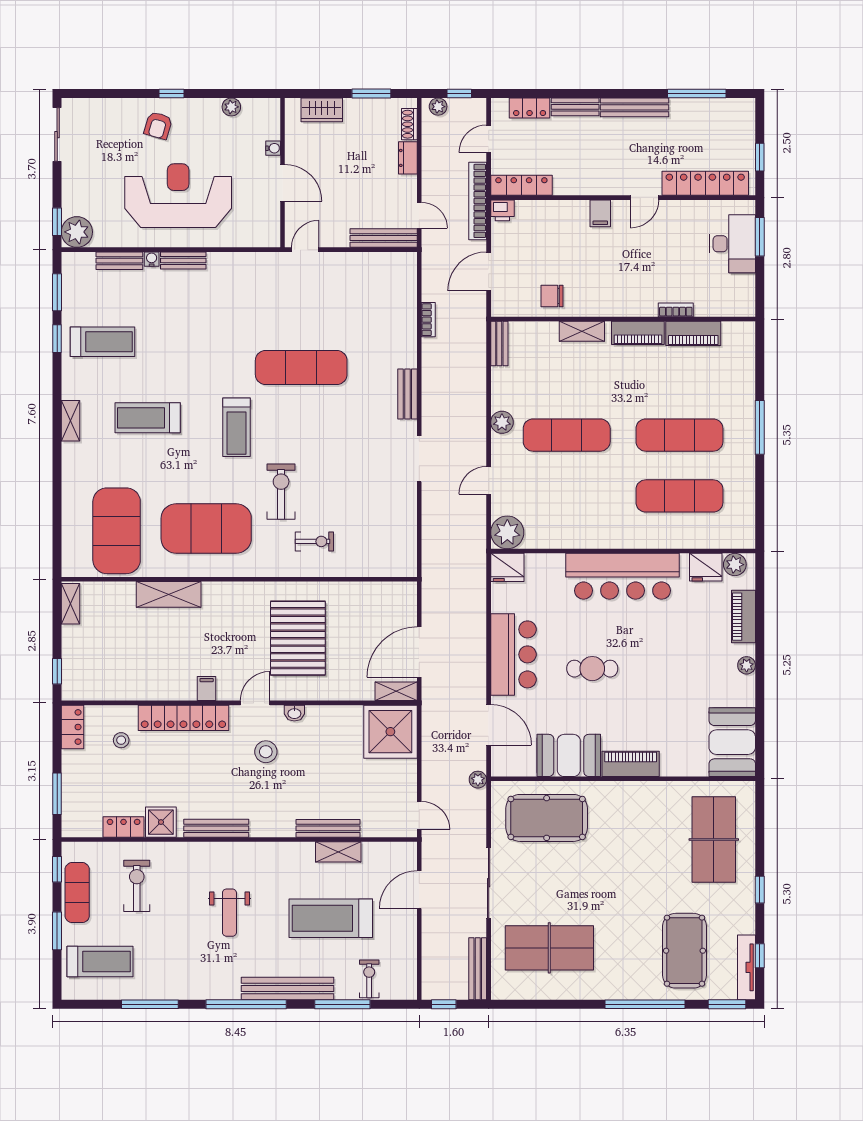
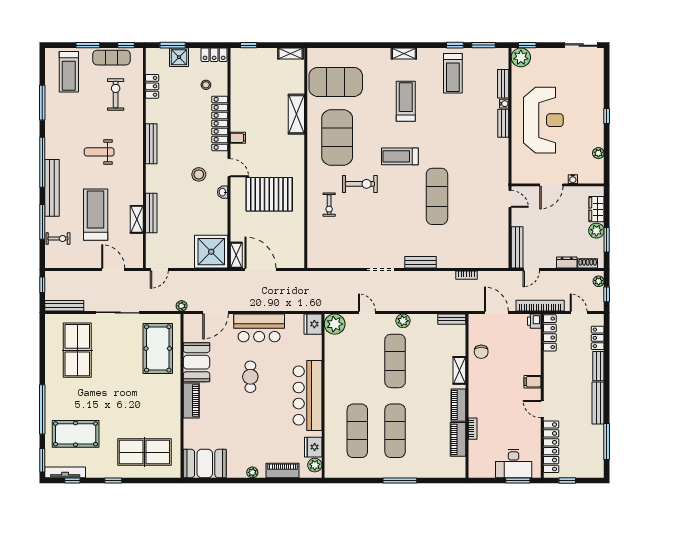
plant: (356, 110) -> (596, 231), added
armchair: (158, 125) -> (587, 108), removed
chair: (552, 296) -> (481, 352), turned 180
shower: (161, 822) -> (179, 57), moved
exercise bike: (137, 886) -> (116, 94), turned -90

